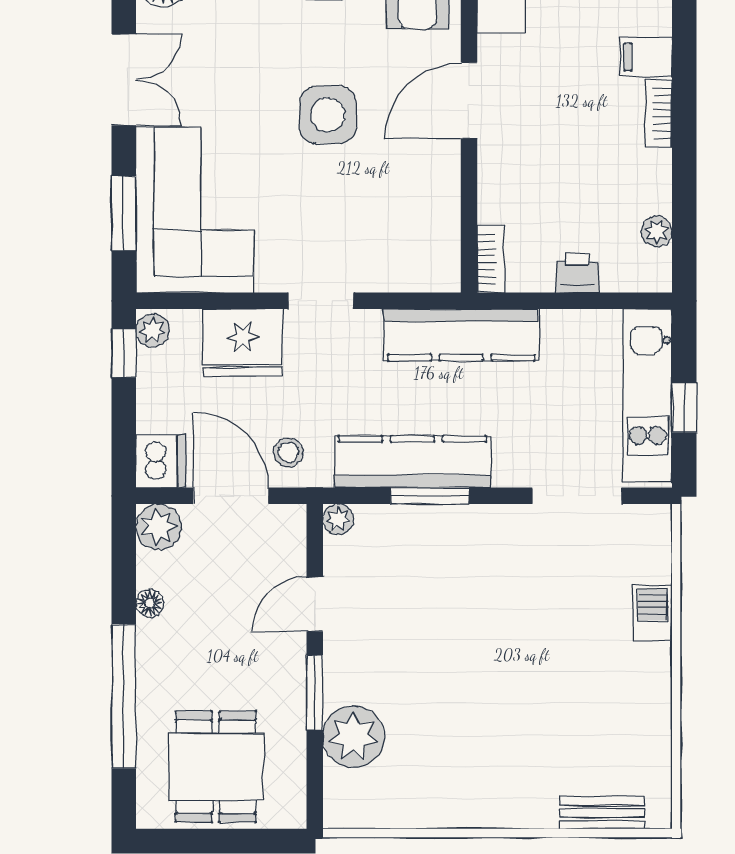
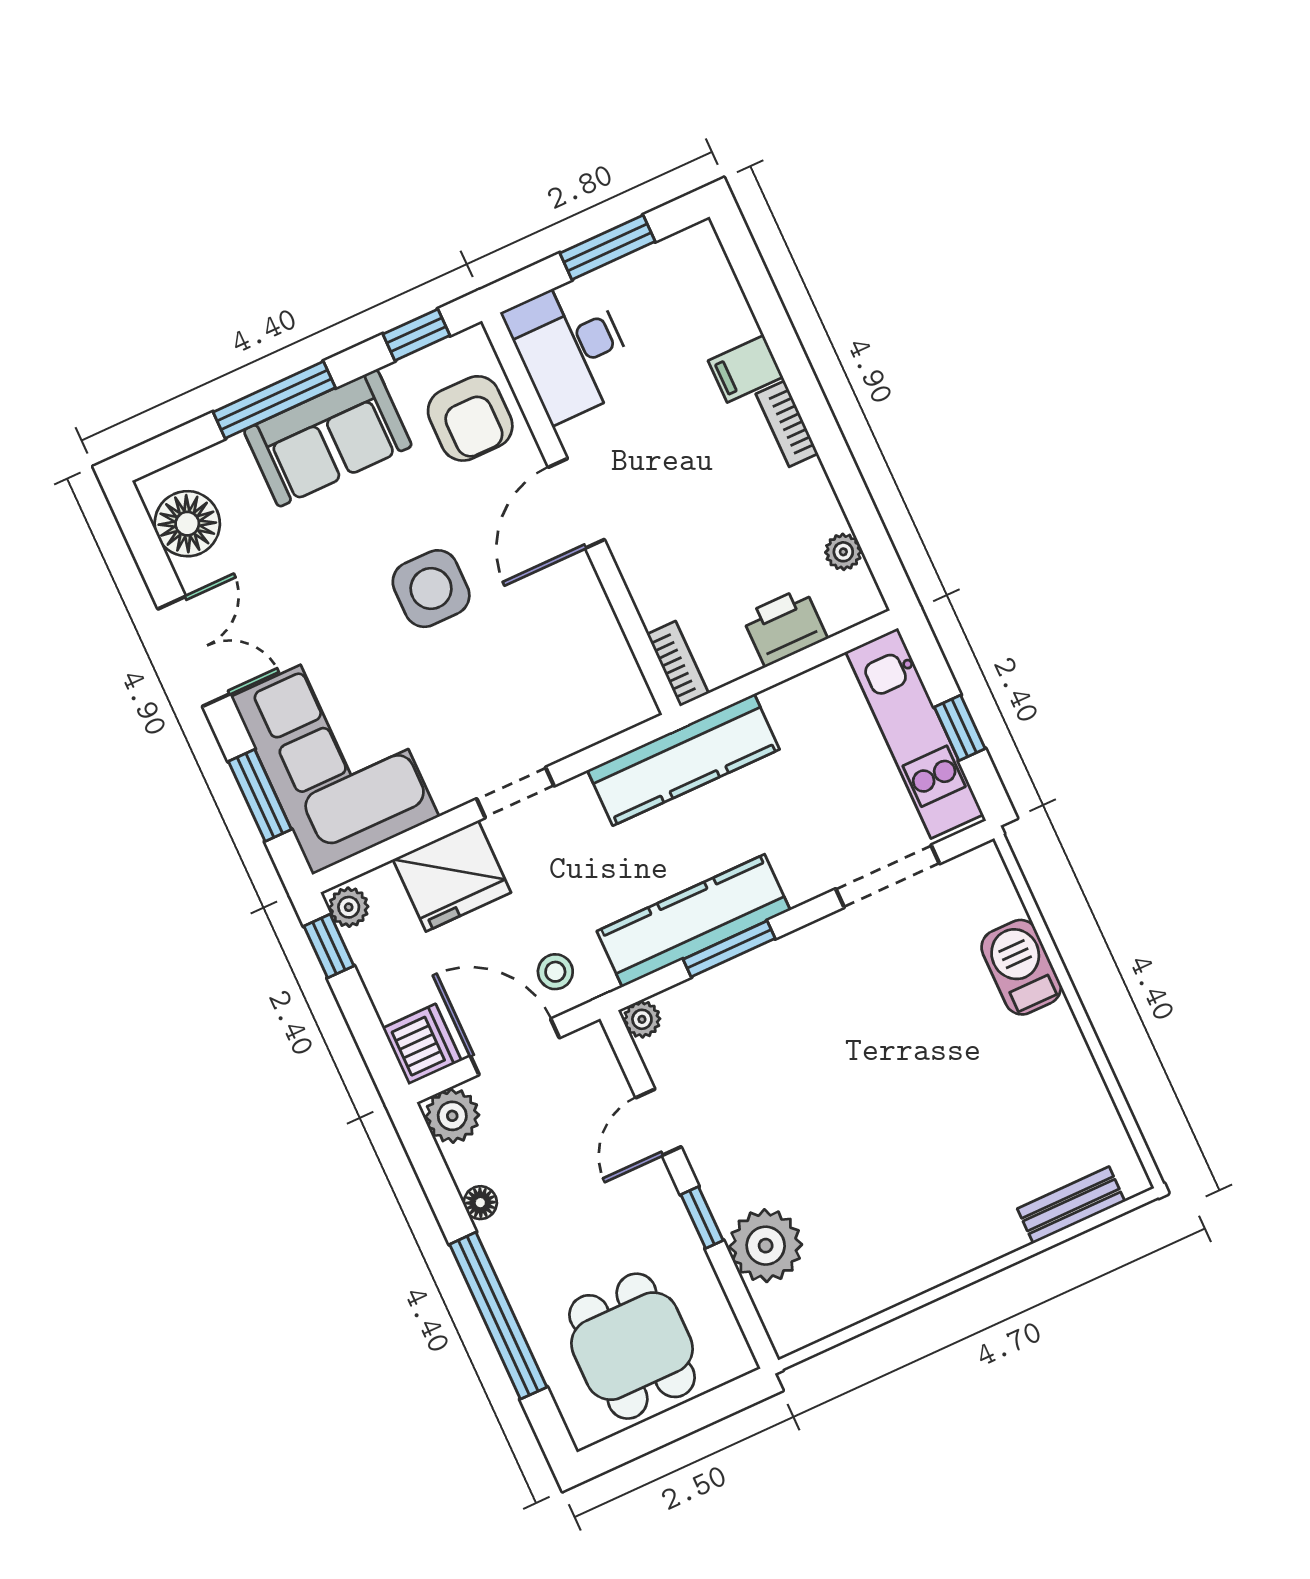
printer: (578, 273) -> (785, 627), width x1.36, depth x1.24
barbecue: (653, 613) -> (1021, 967), width x1.38, depth x1.27
window: (315, 692) -> (702, 1217), width x0.67

